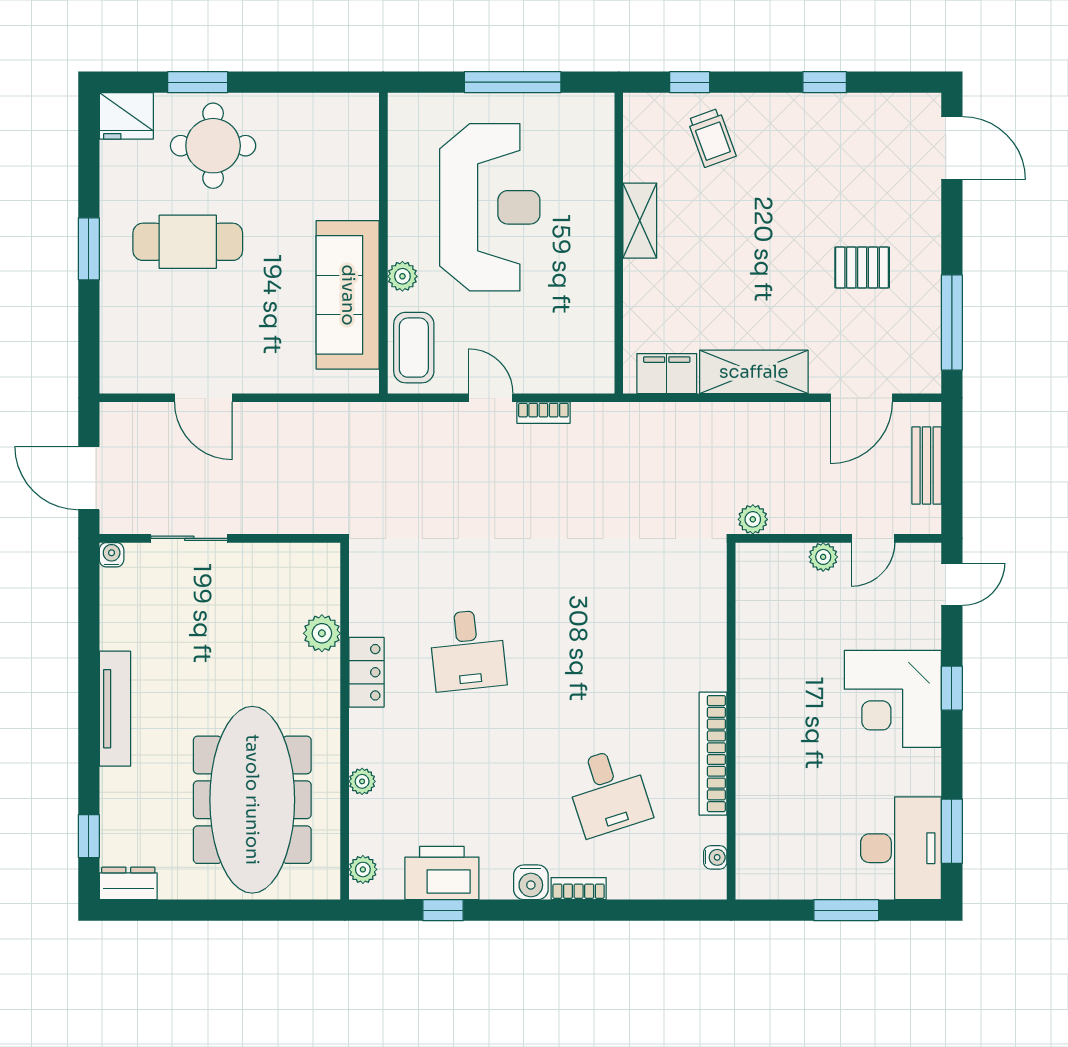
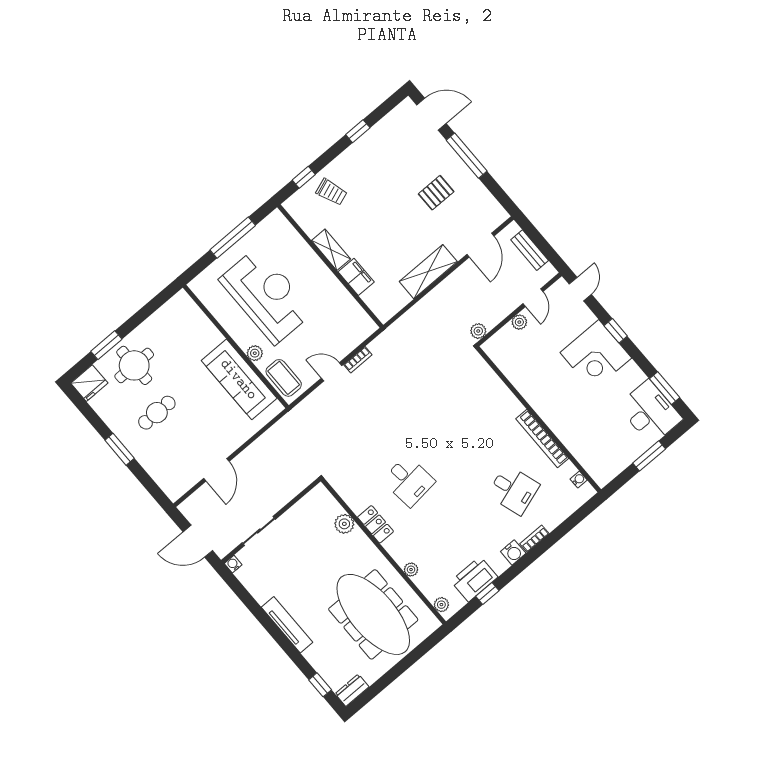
cafe table: (188, 242) -> (157, 413), width x0.73, depth x0.74
window: (952, 323) -> (467, 156), moved
filing cabinet: (667, 374) -> (356, 277), moved, turned 90
door: (203, 398) -> (216, 470), hinge flipped

